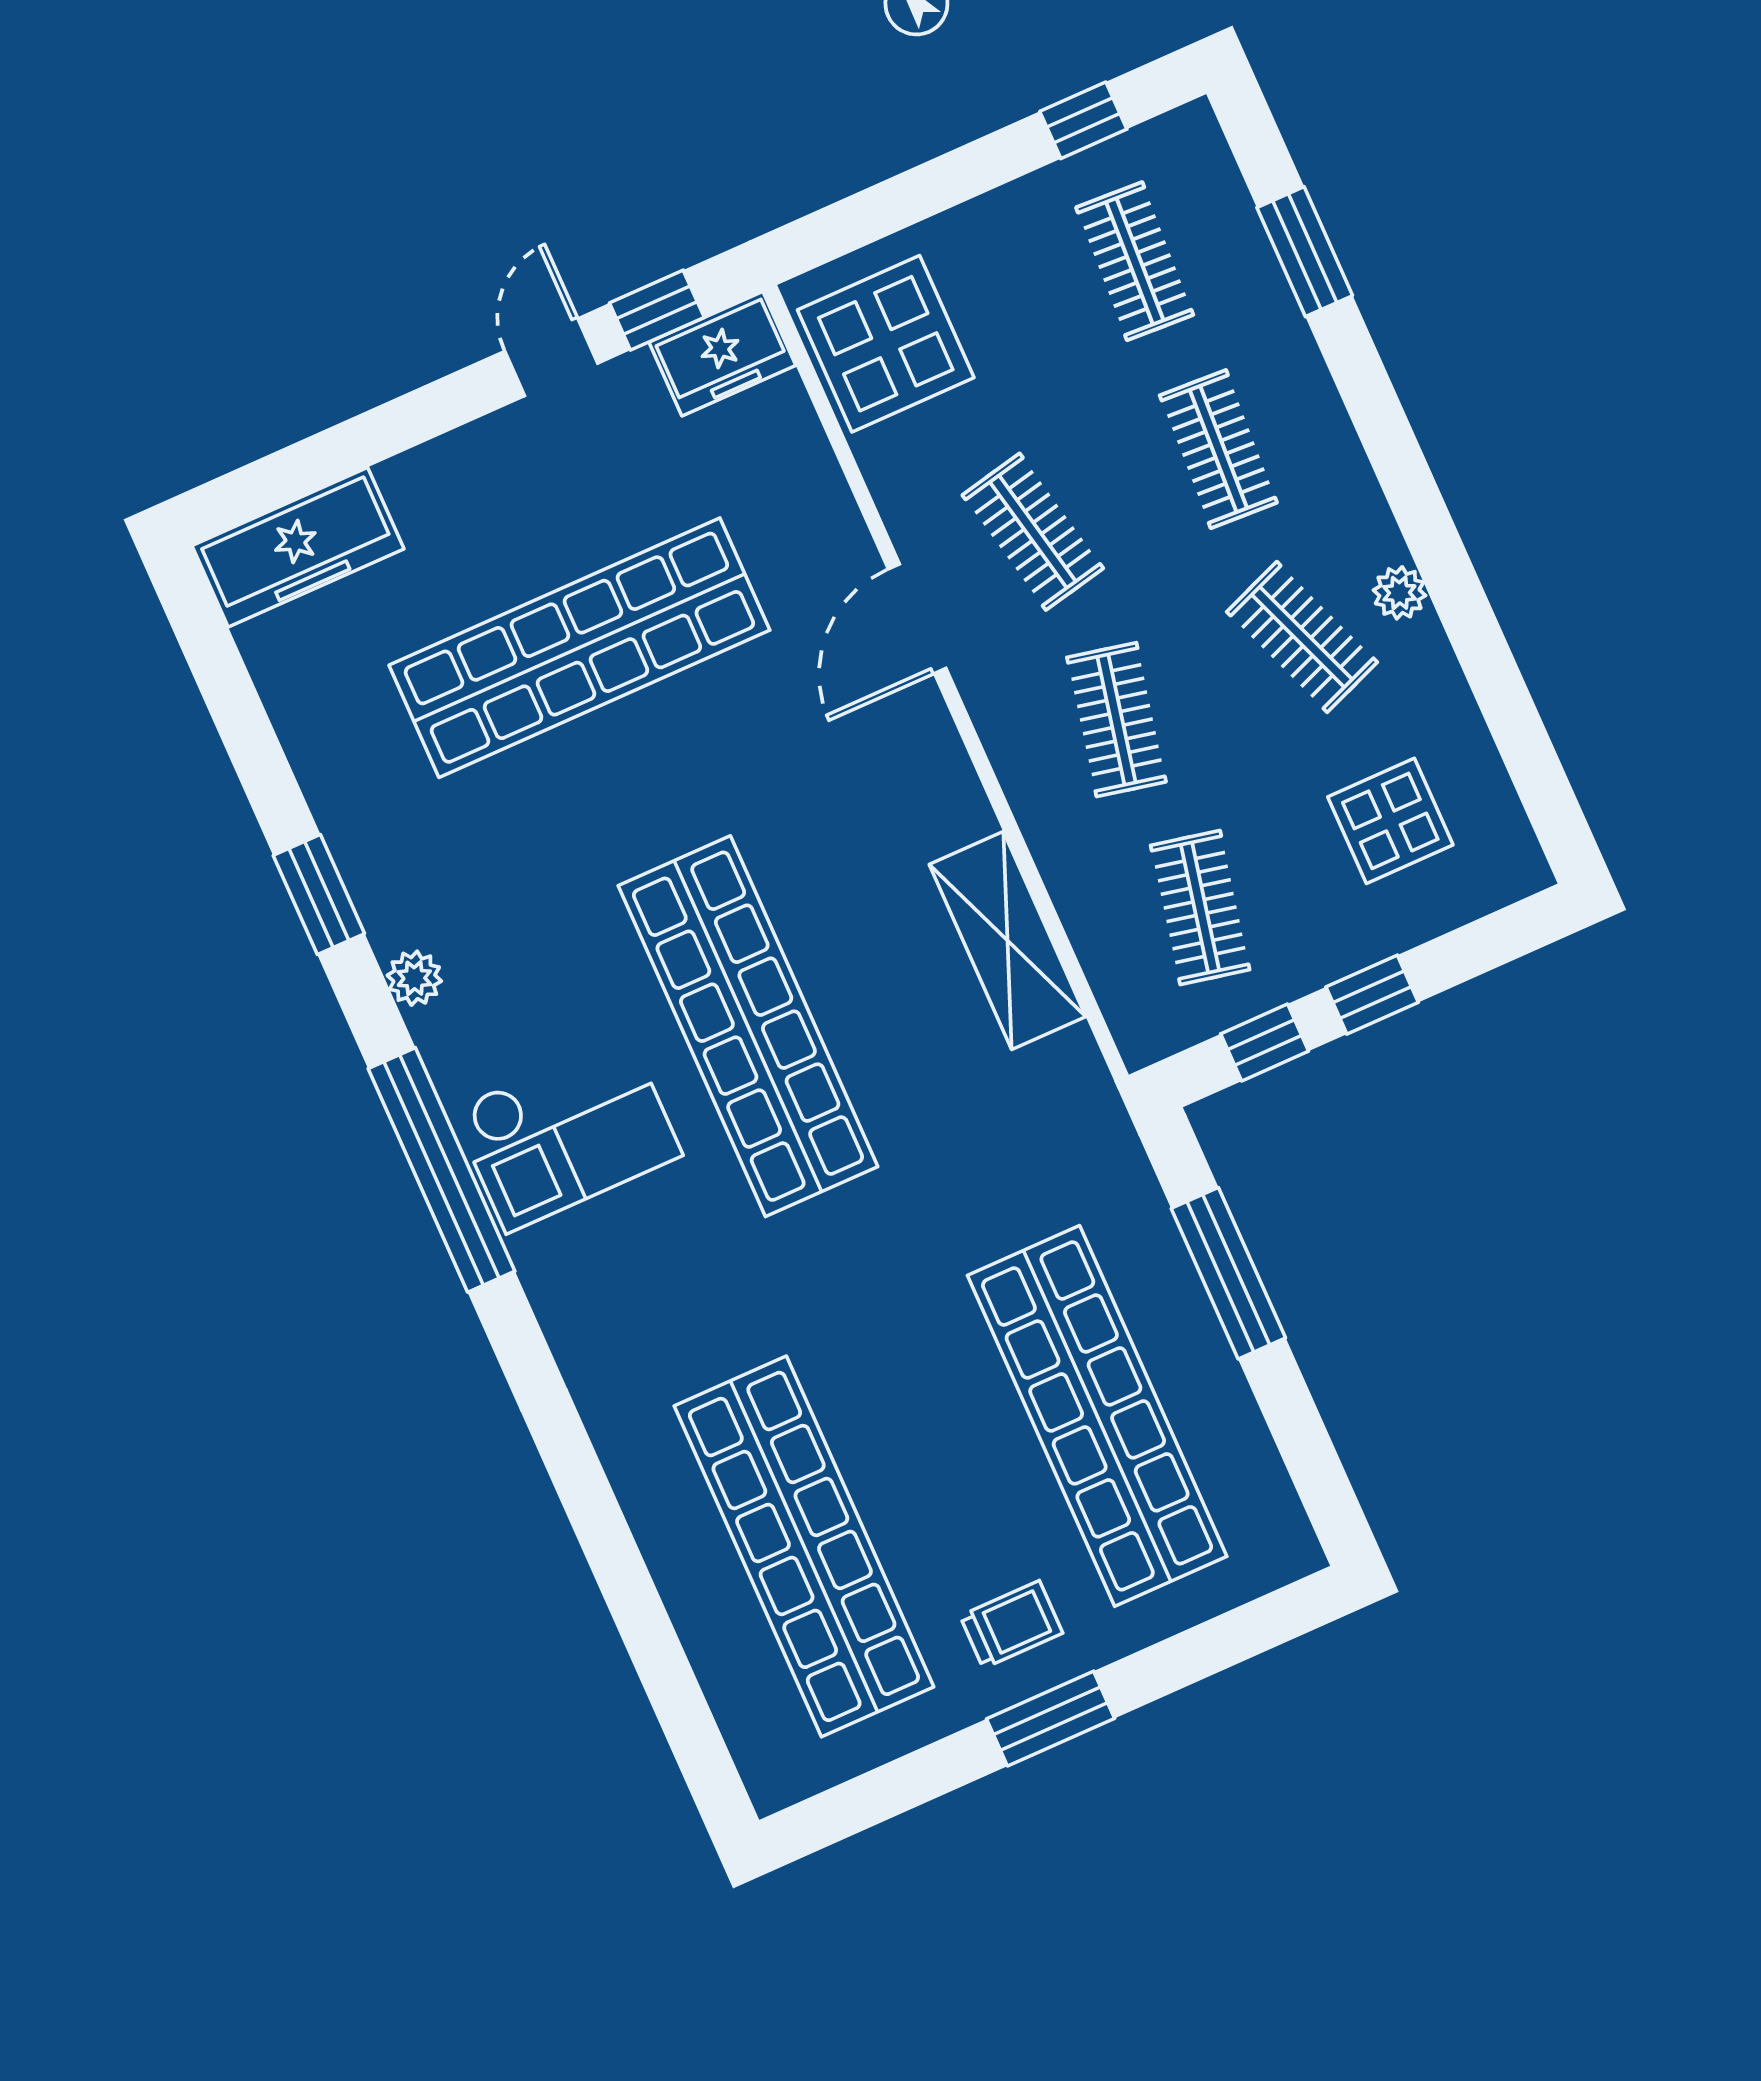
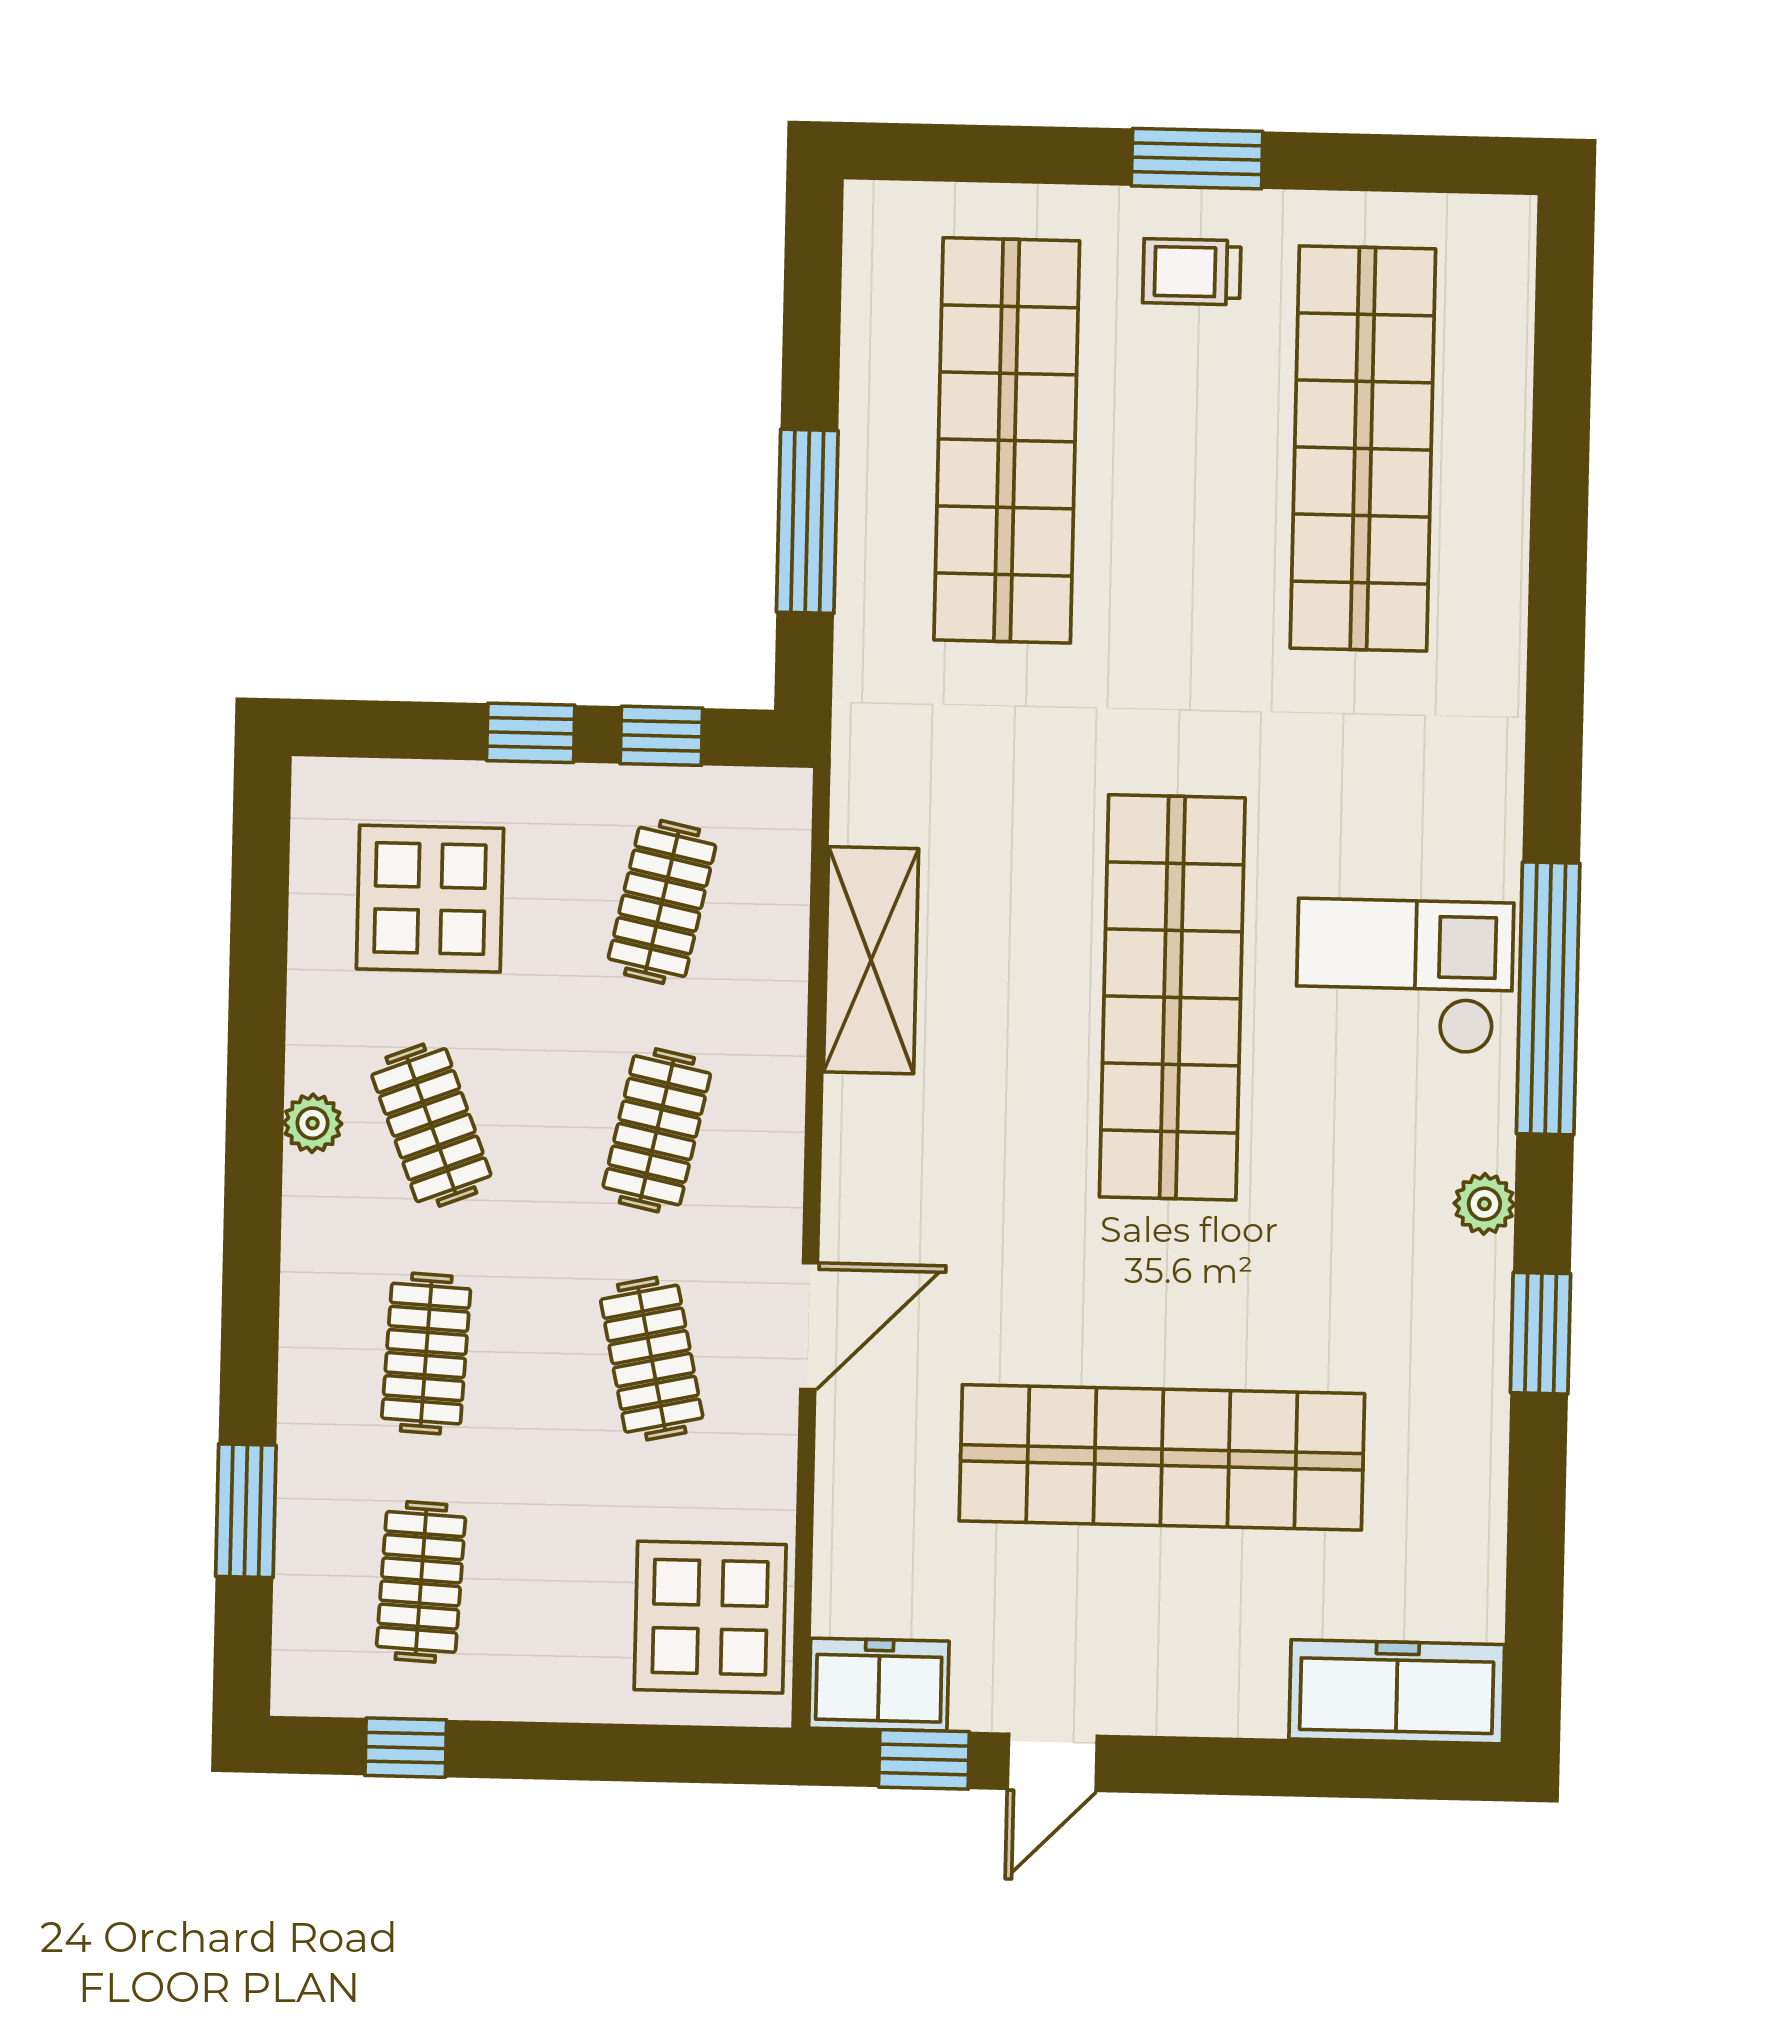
display table: (1390, 821) -> (430, 899), width x1.36, depth x1.36

